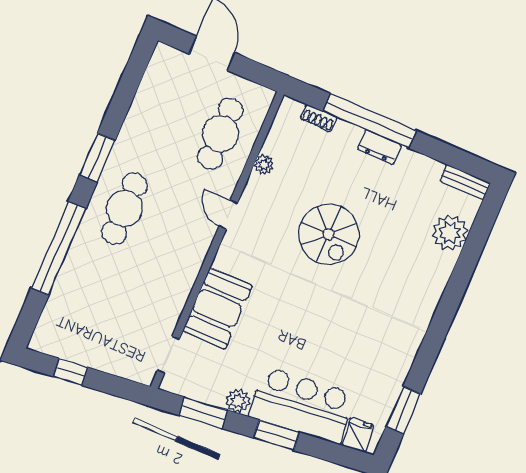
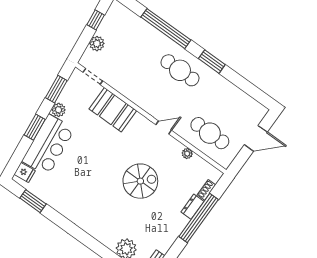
dresser: (379, 147) -> (192, 207), moved
spiral stairs: (329, 234) -> (140, 181), turned 180
plant: (110, 361) -> (97, 44), added

